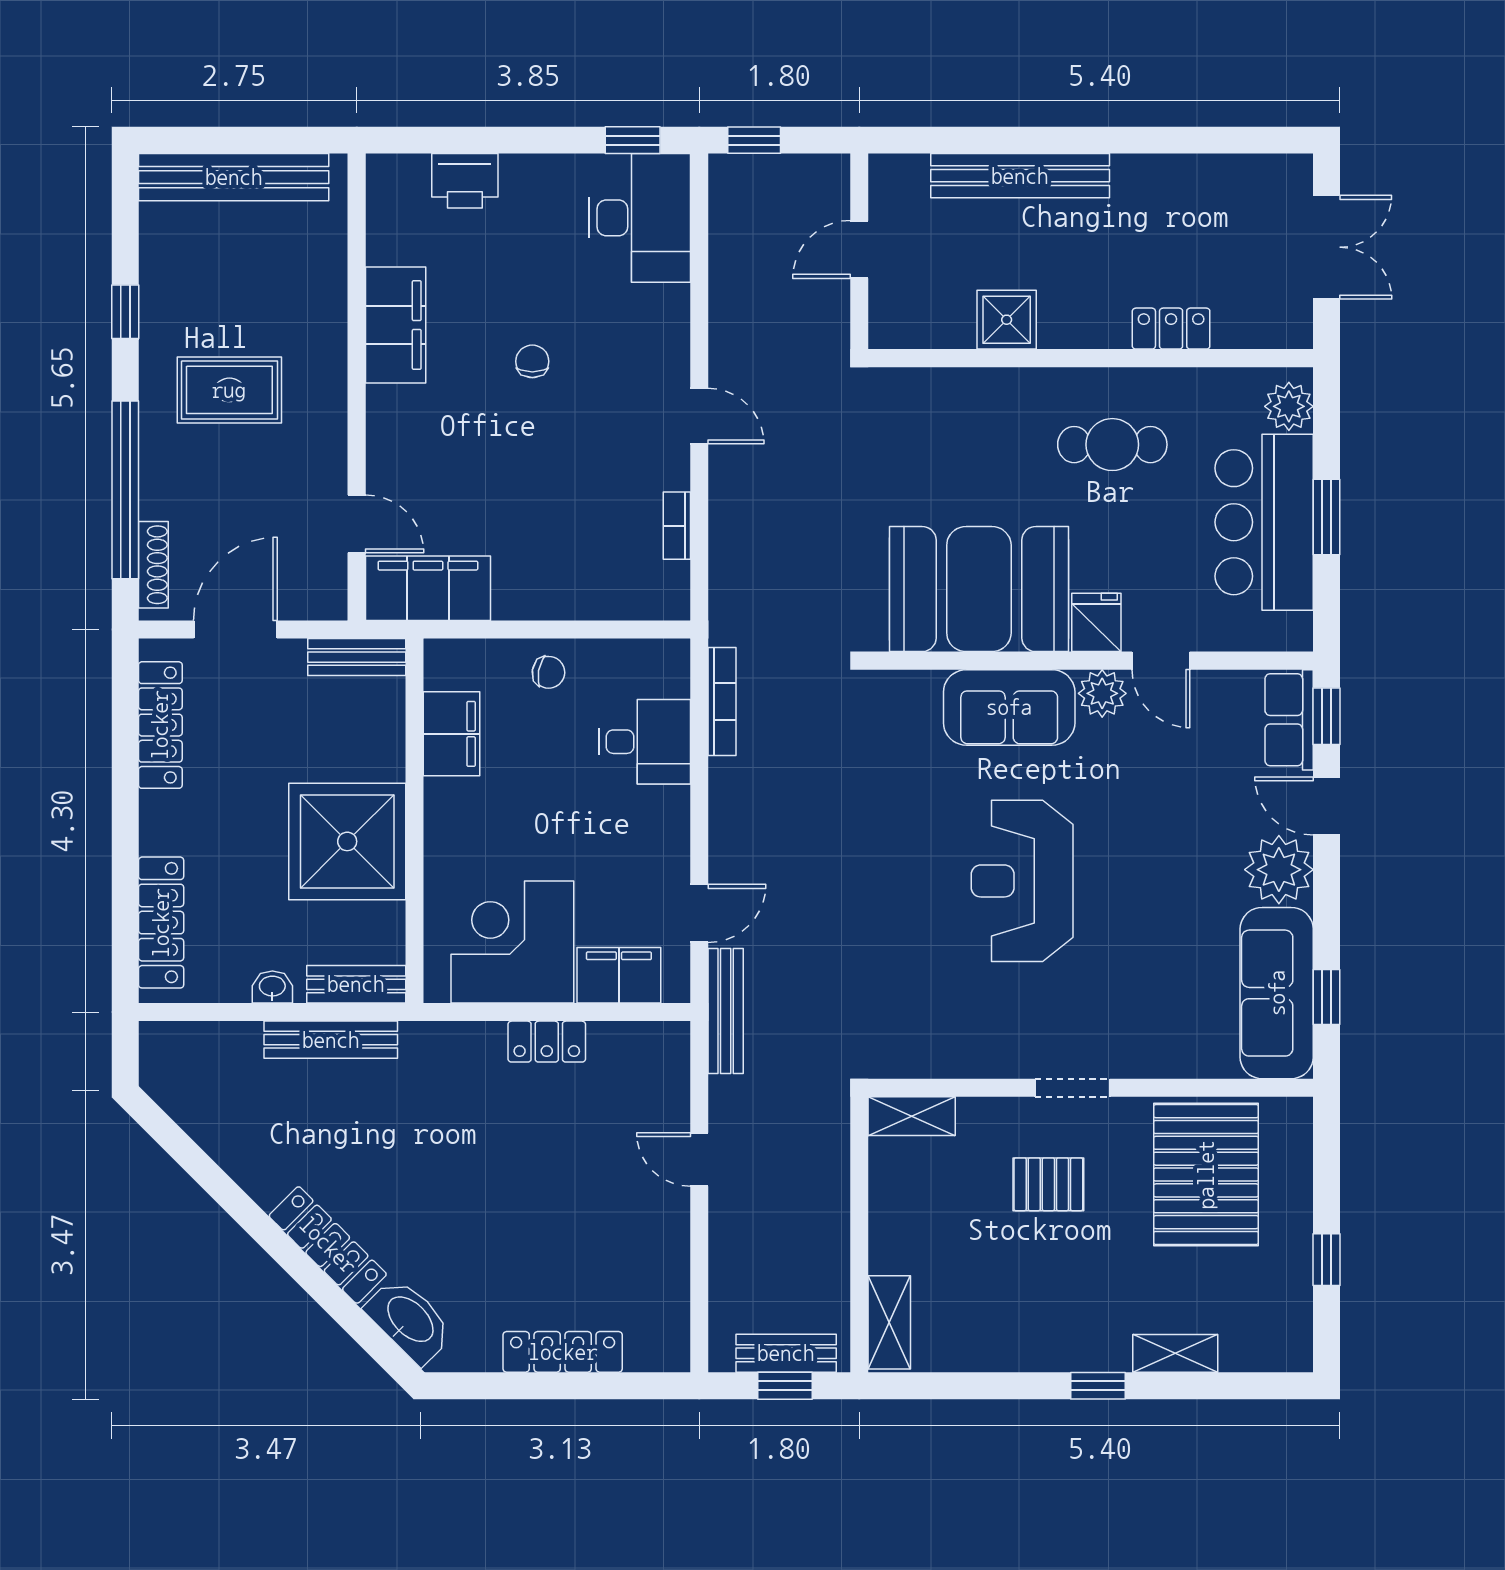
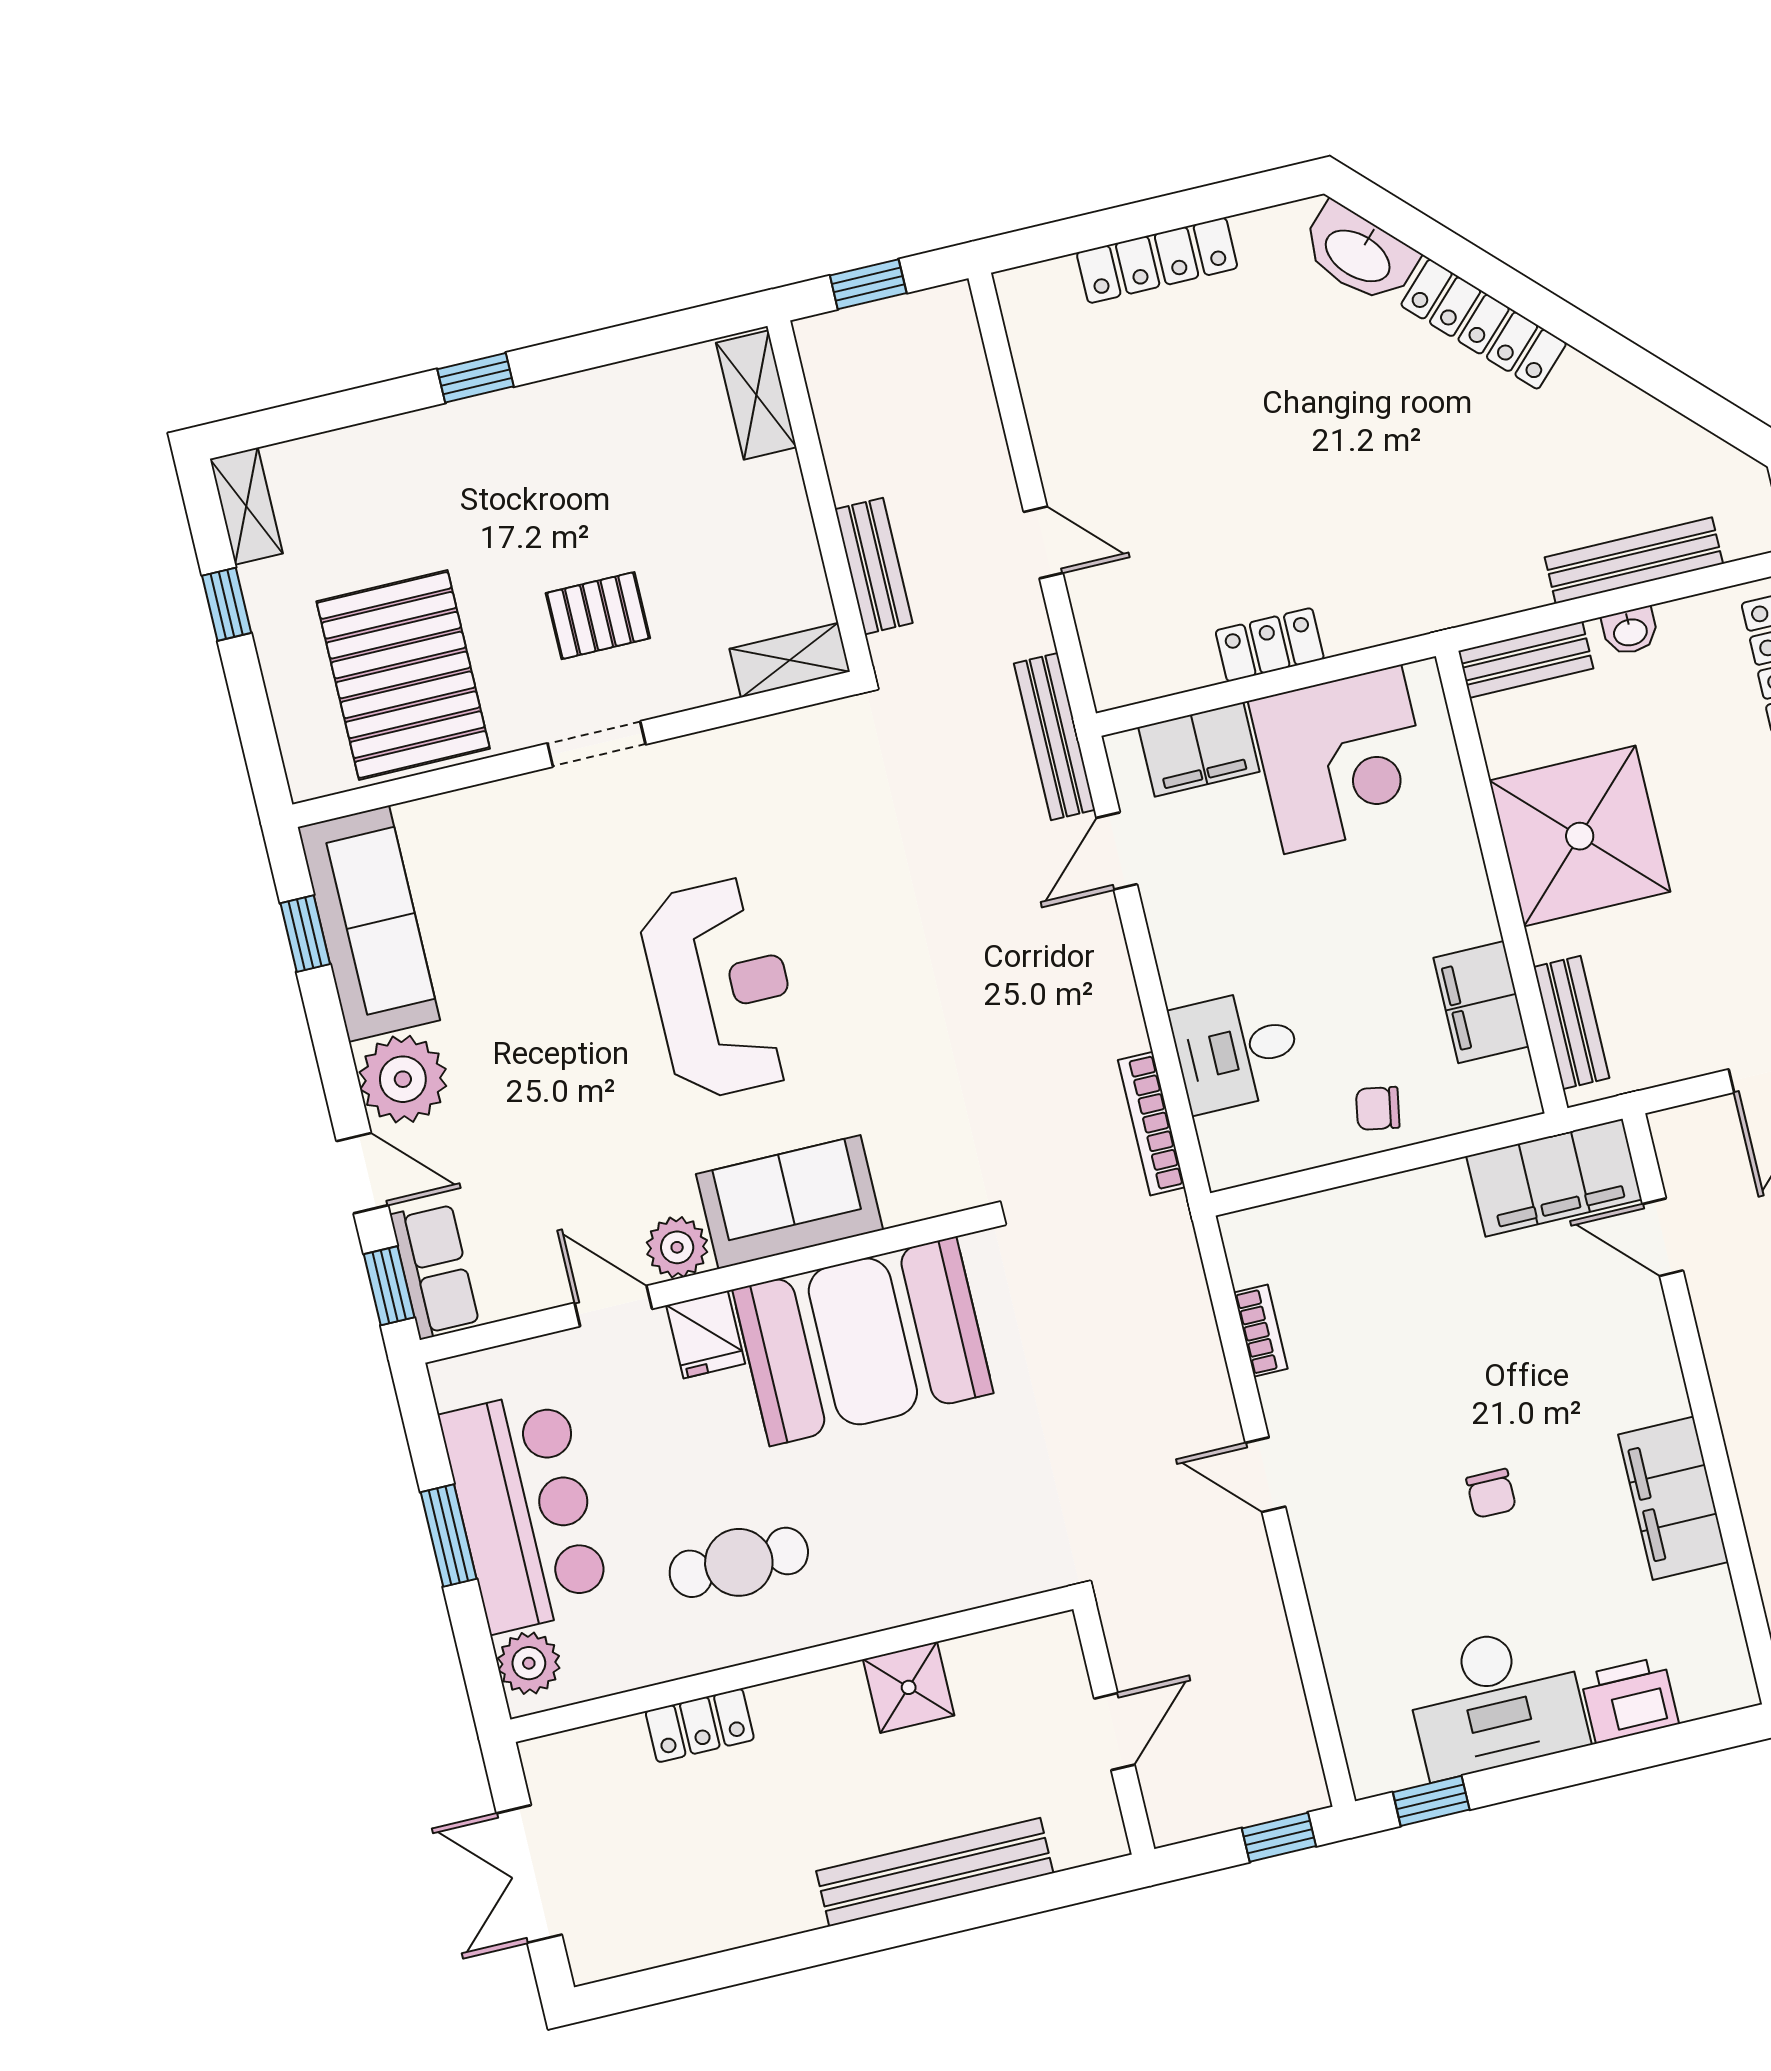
desk: (640, 218) -> (1496, 1701), moved, turned -90
bench: (357, 657) -> (1571, 1023), moved, turned 90
bench: (331, 1040) -> (1634, 561), moved
bench: (786, 1353) -> (874, 566), moved, turned 90
shelving: (1175, 1353) -> (246, 506), moved, turned 90

